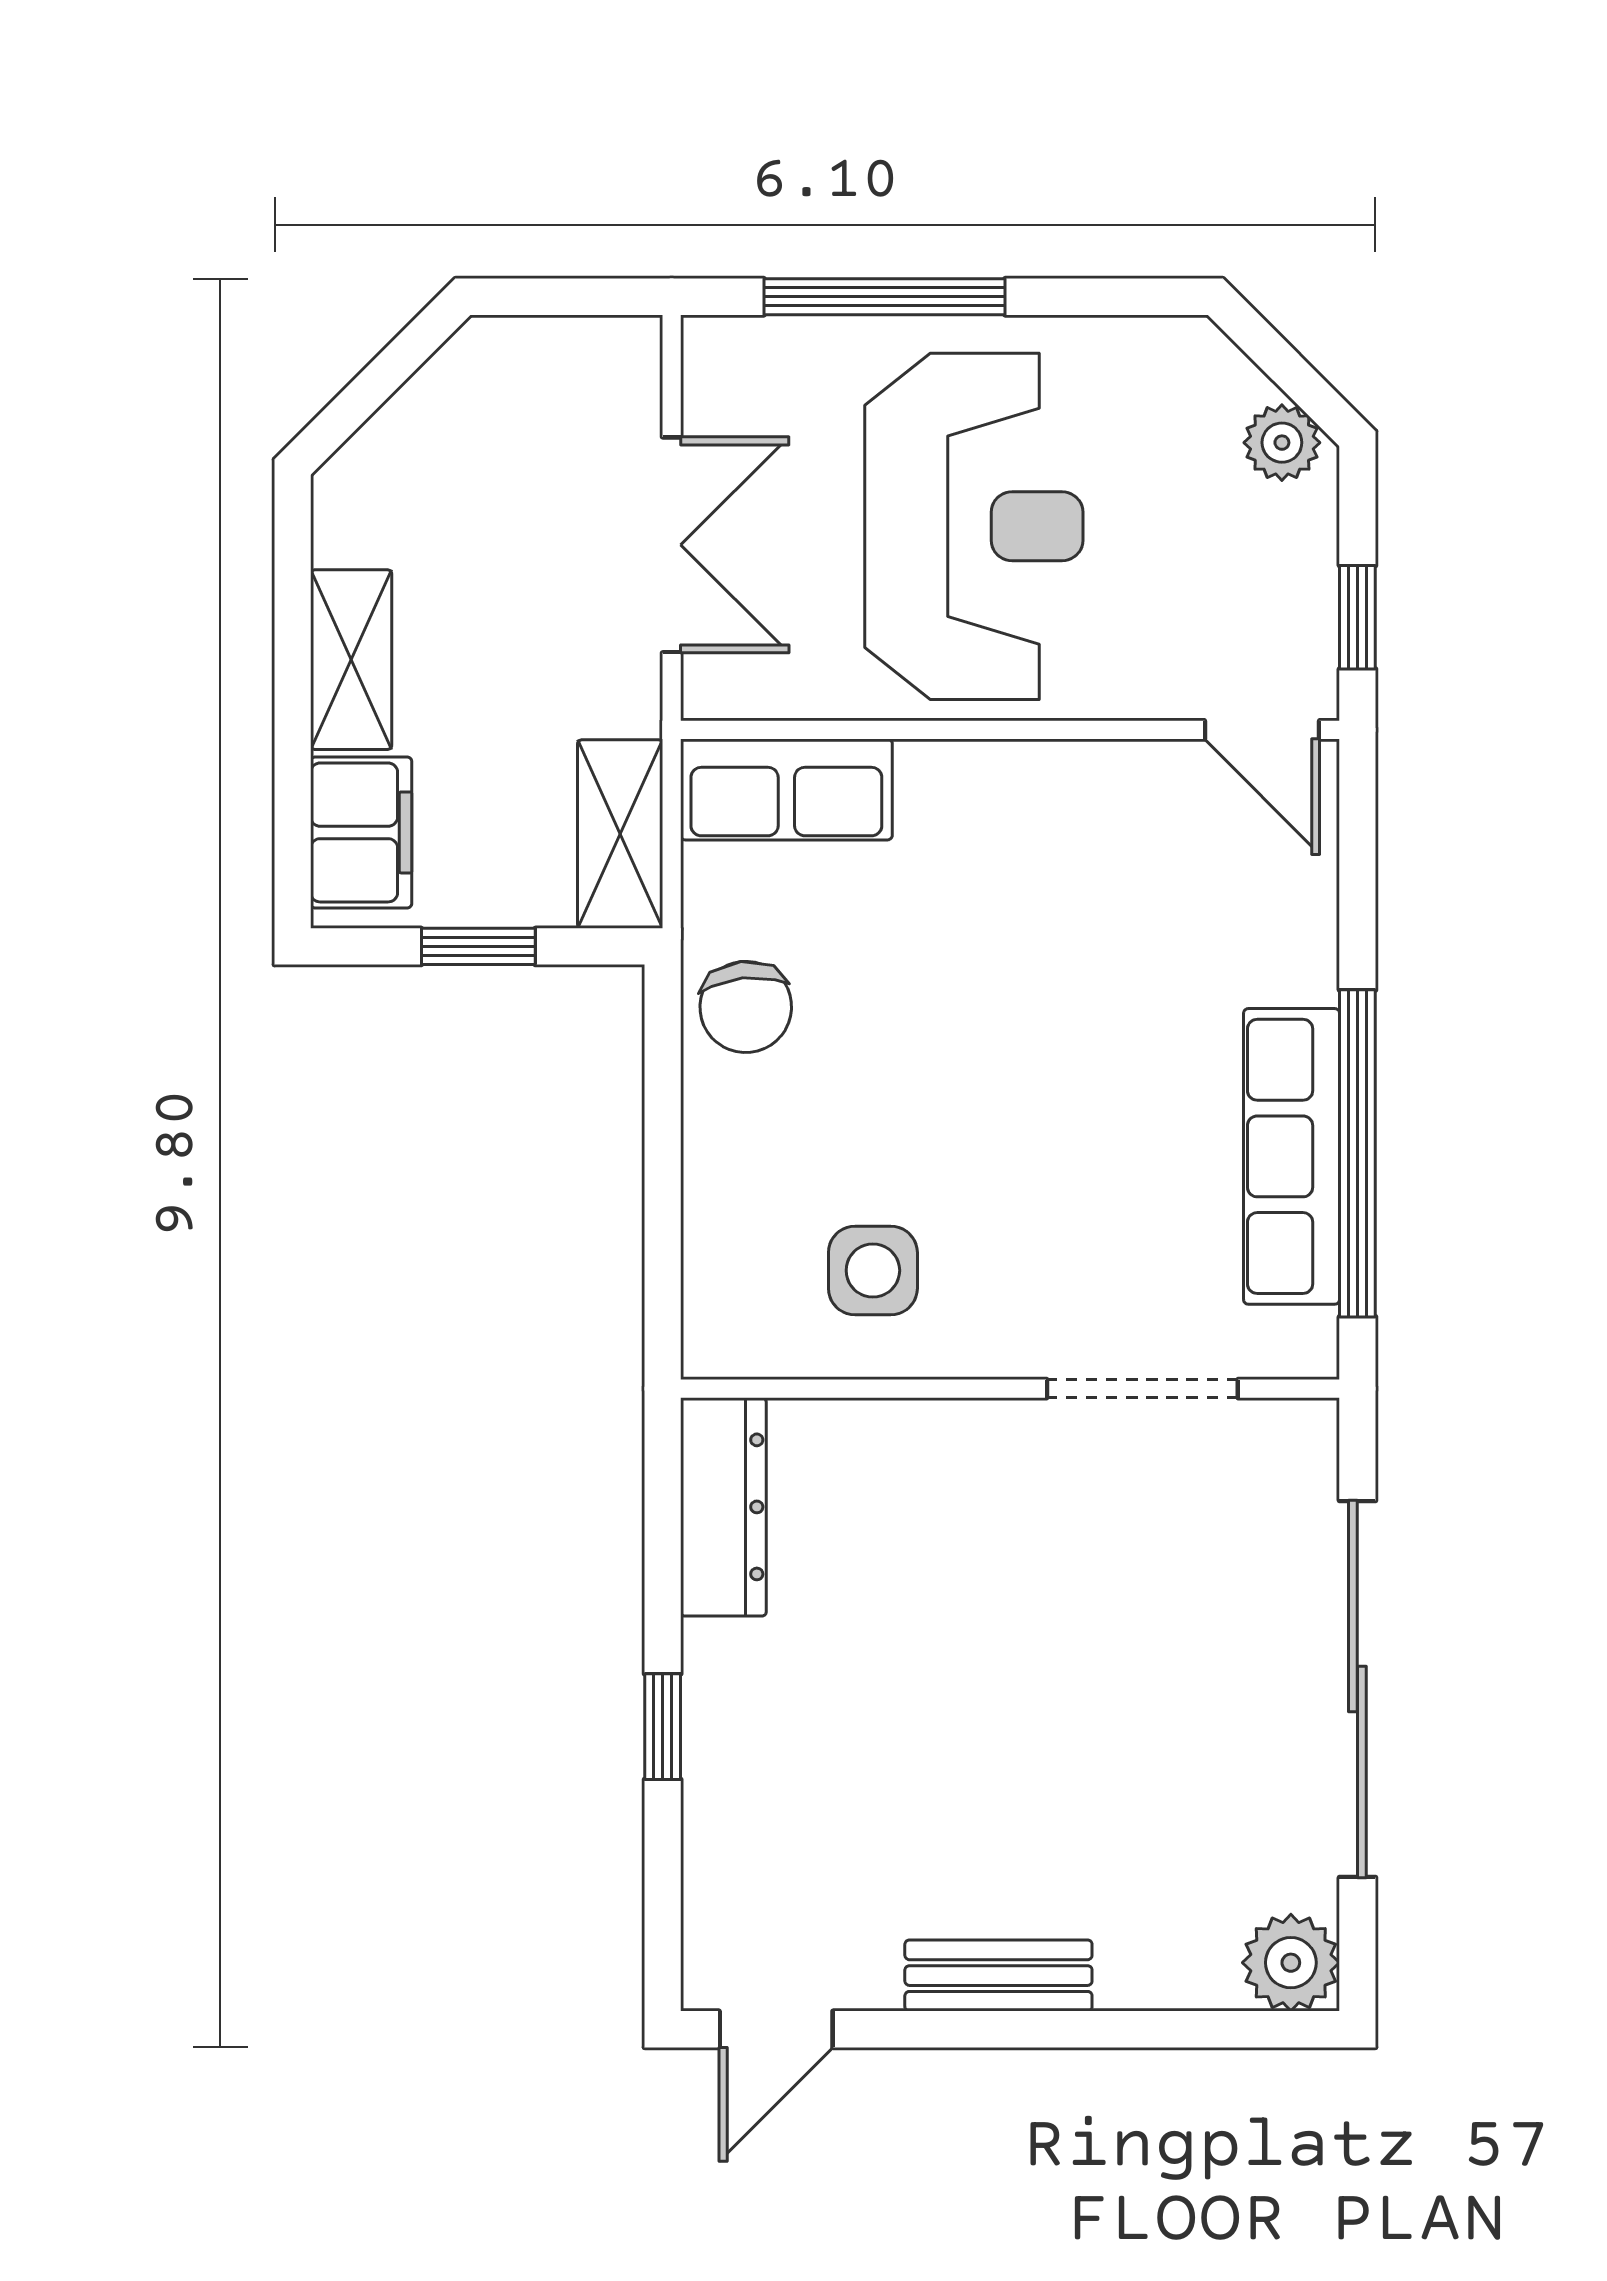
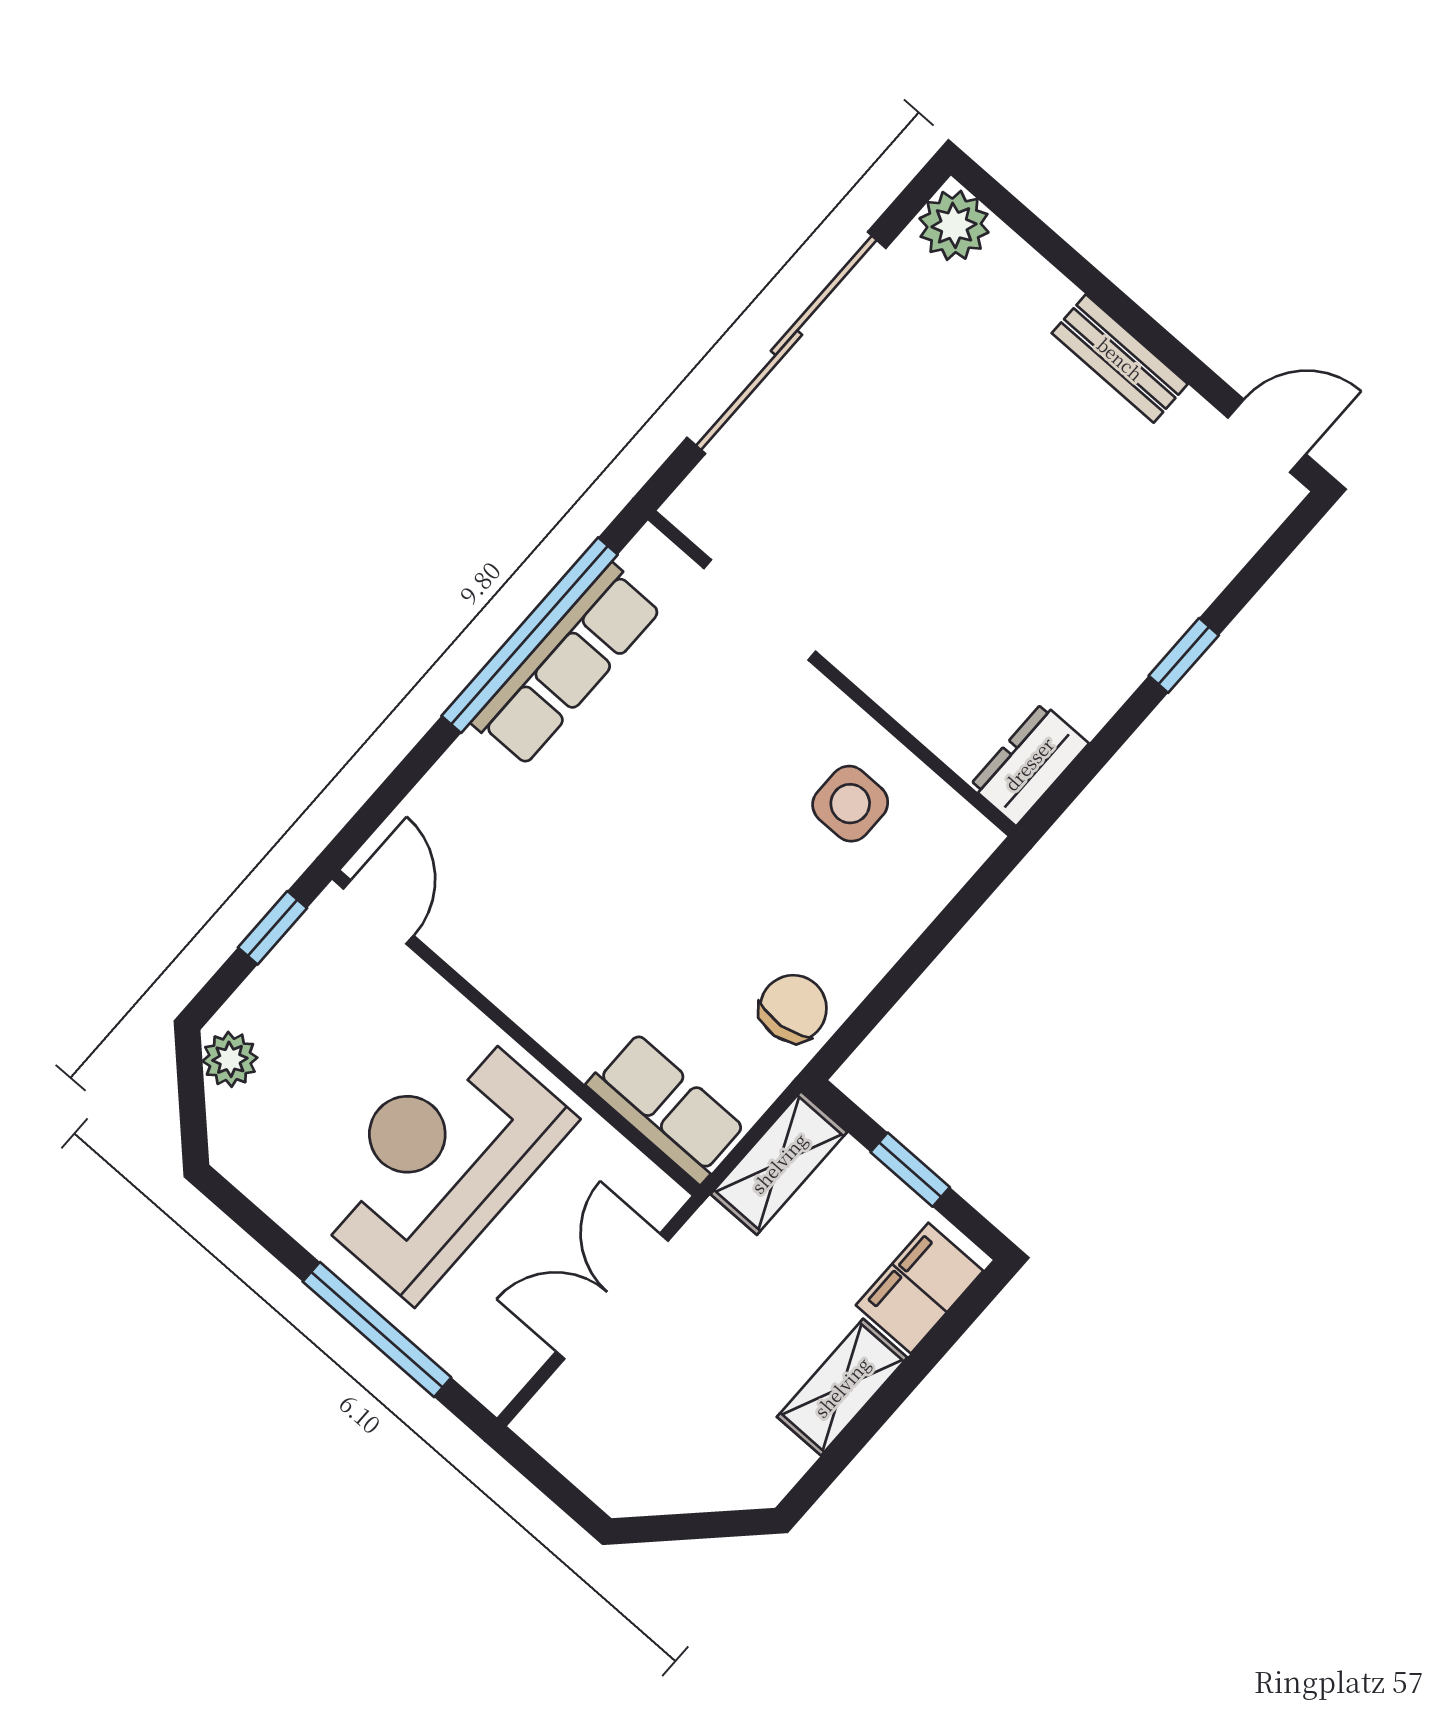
dresser: (723, 1507) -> (1029, 764), width x0.70

